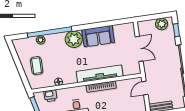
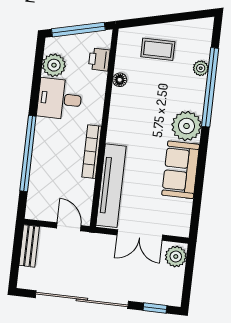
plant: (162, 24) -> (176, 257), moved
tv unit: (100, 74) -> (111, 186), moved

